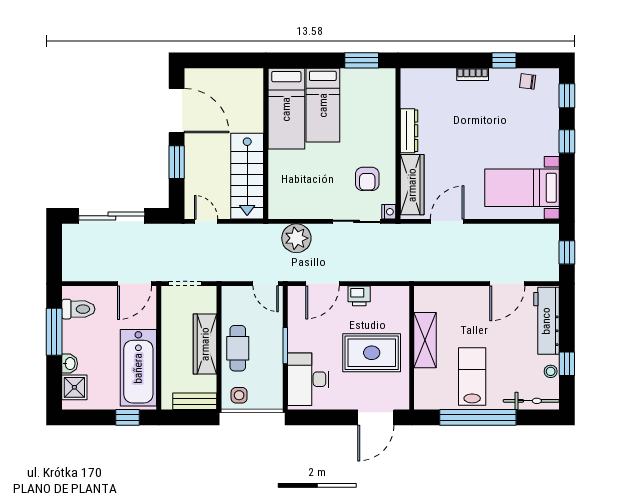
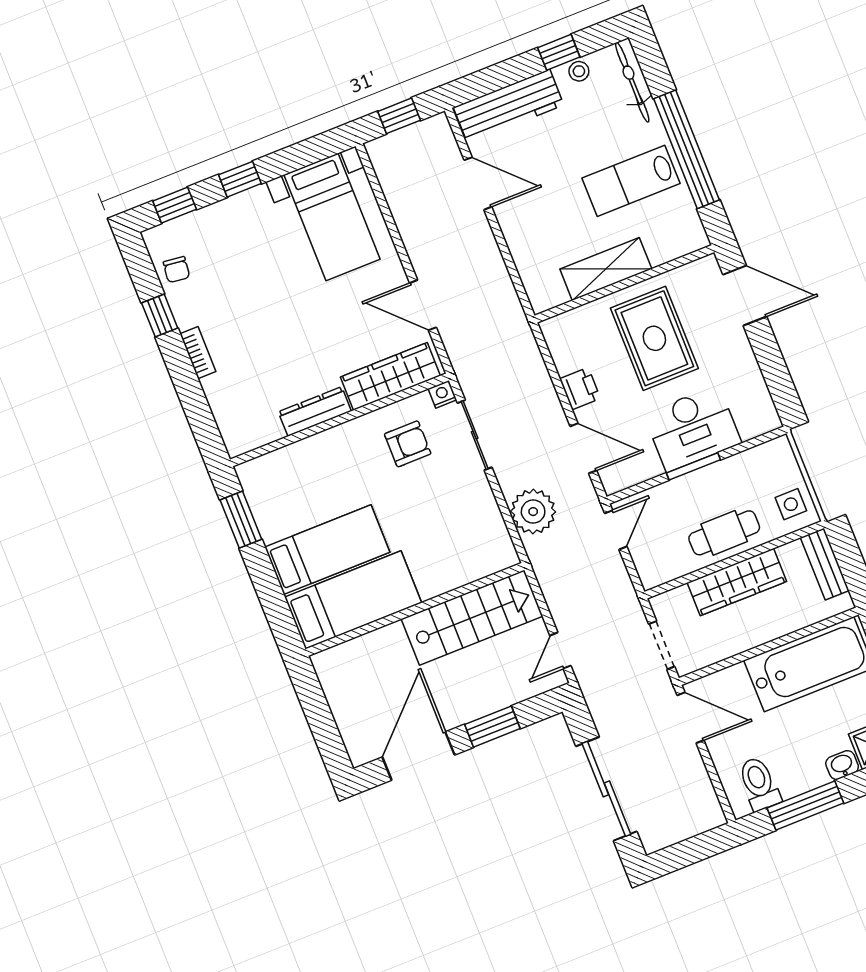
desk: (308, 379) -> (693, 428), moved

